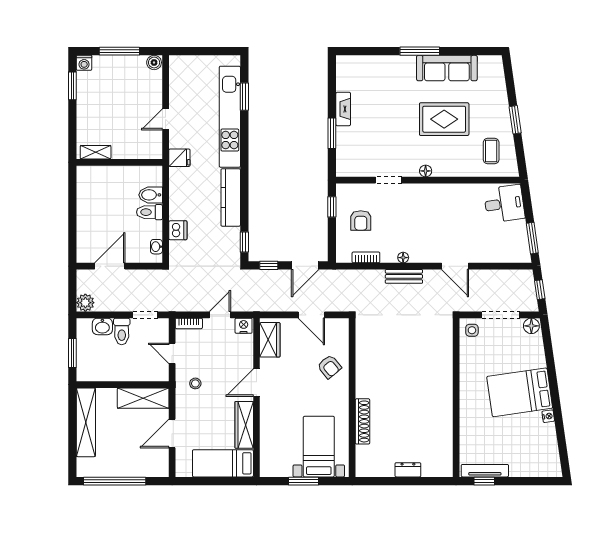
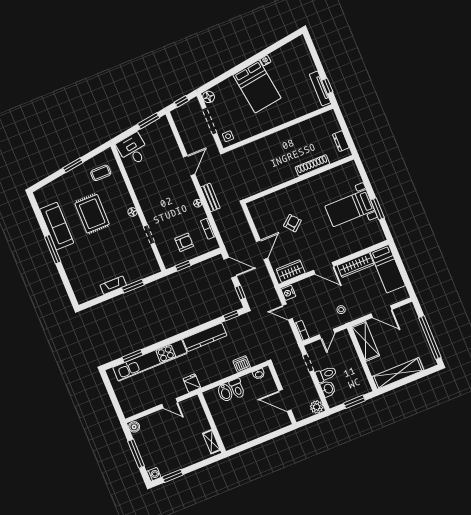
wall: (352, 398) -> (299, 179), moved
shoe rack: (363, 421) -> (312, 166), moved

